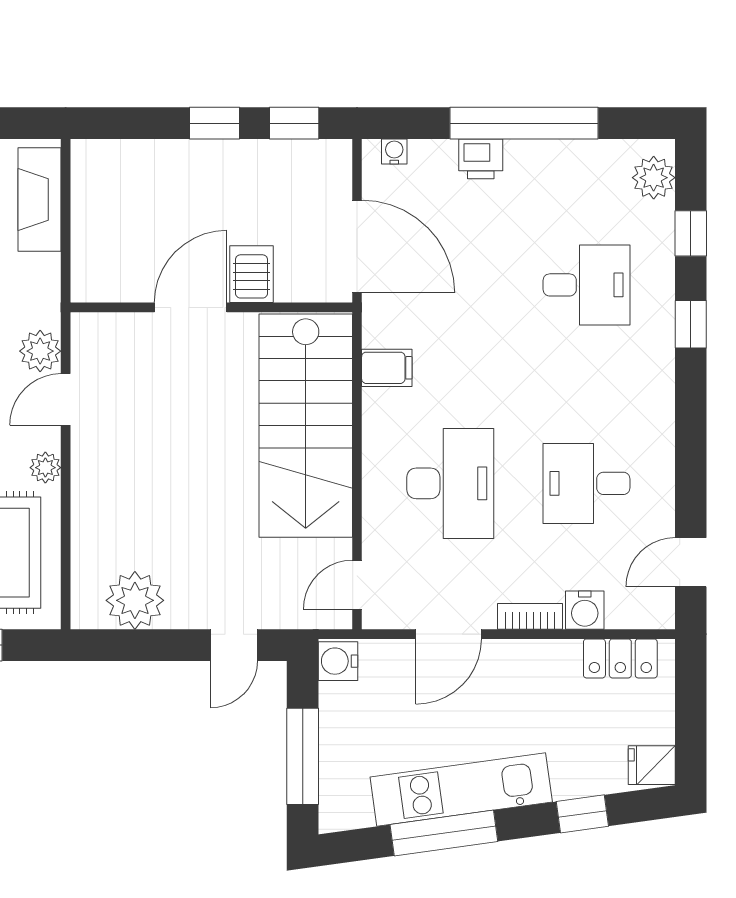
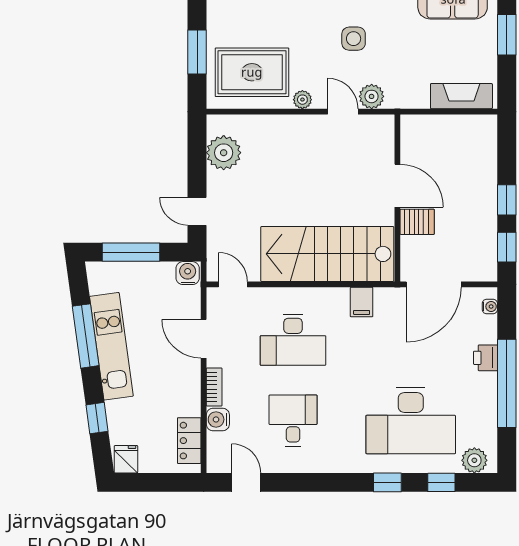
desk: (586, 285) -> (411, 421), width x1.87, depth x1.30

